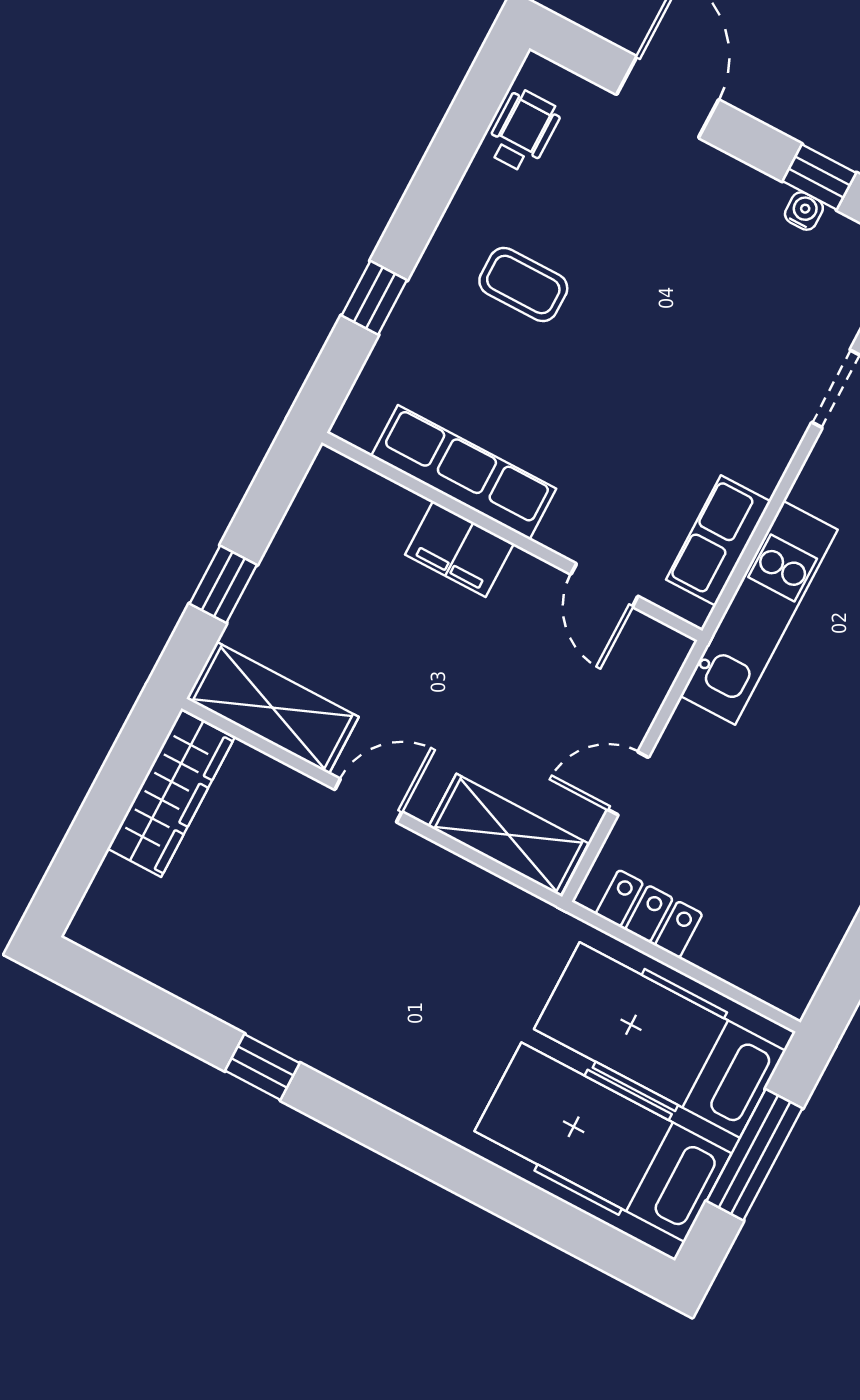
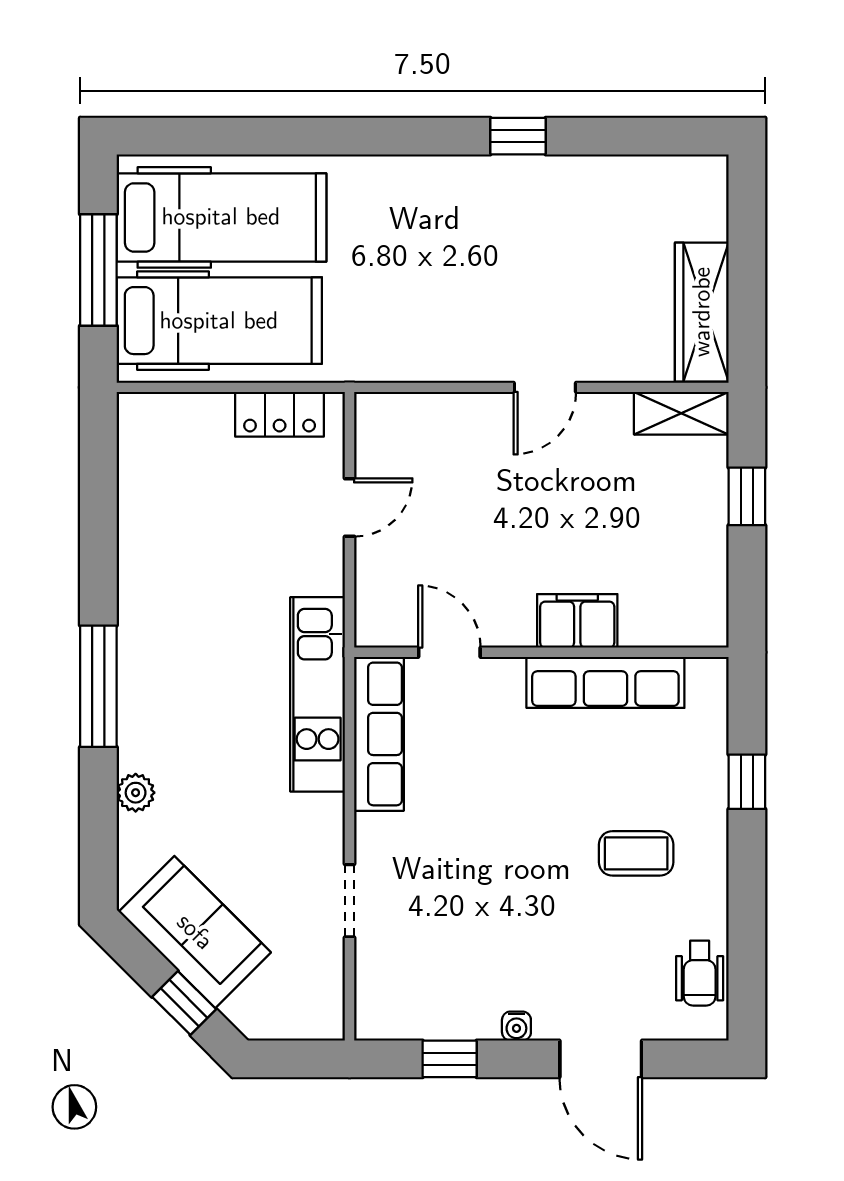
water cooler: (804, 211) -> (516, 1026), moved
row of seats: (718, 541) -> (379, 734), width x1.48
shelving: (273, 708) -> (681, 413), width x0.67, depth x0.75
shelving: (509, 835) -> (422, 418), removed

